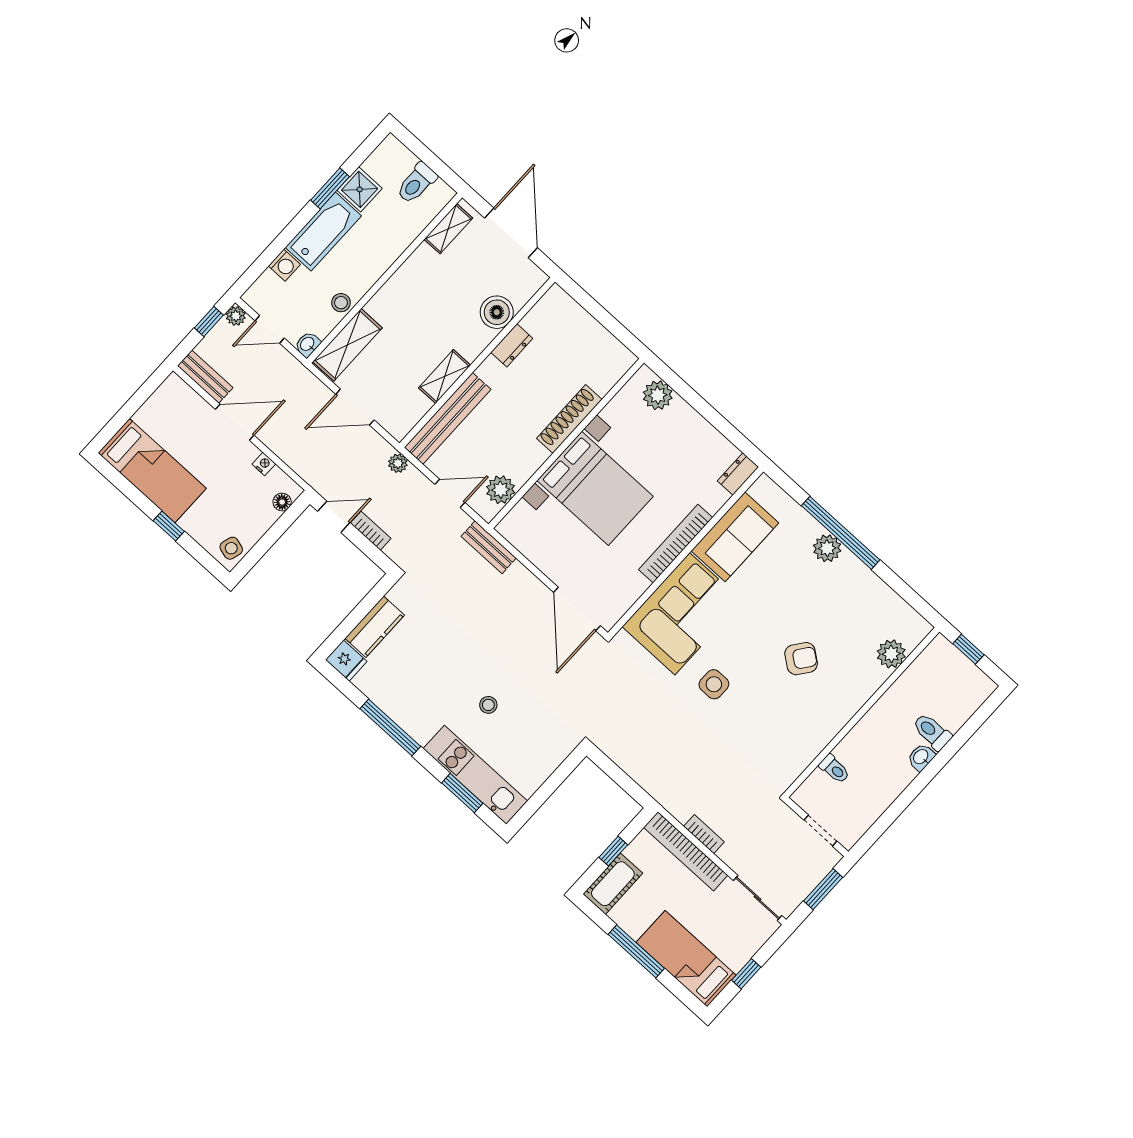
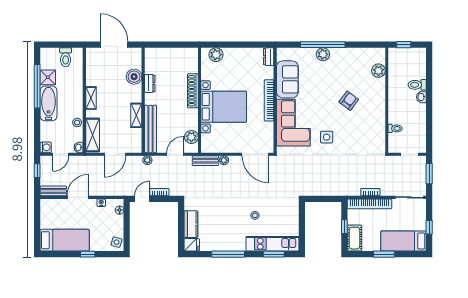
window: (330, 188) -> (37, 86), width x2.11
shelving: (448, 229) -> (91, 98), moved
washing machine: (284, 265) -> (46, 147), moved
plant: (236, 316) -> (224, 160), moved
window: (636, 951) -> (384, 254), width x0.69

